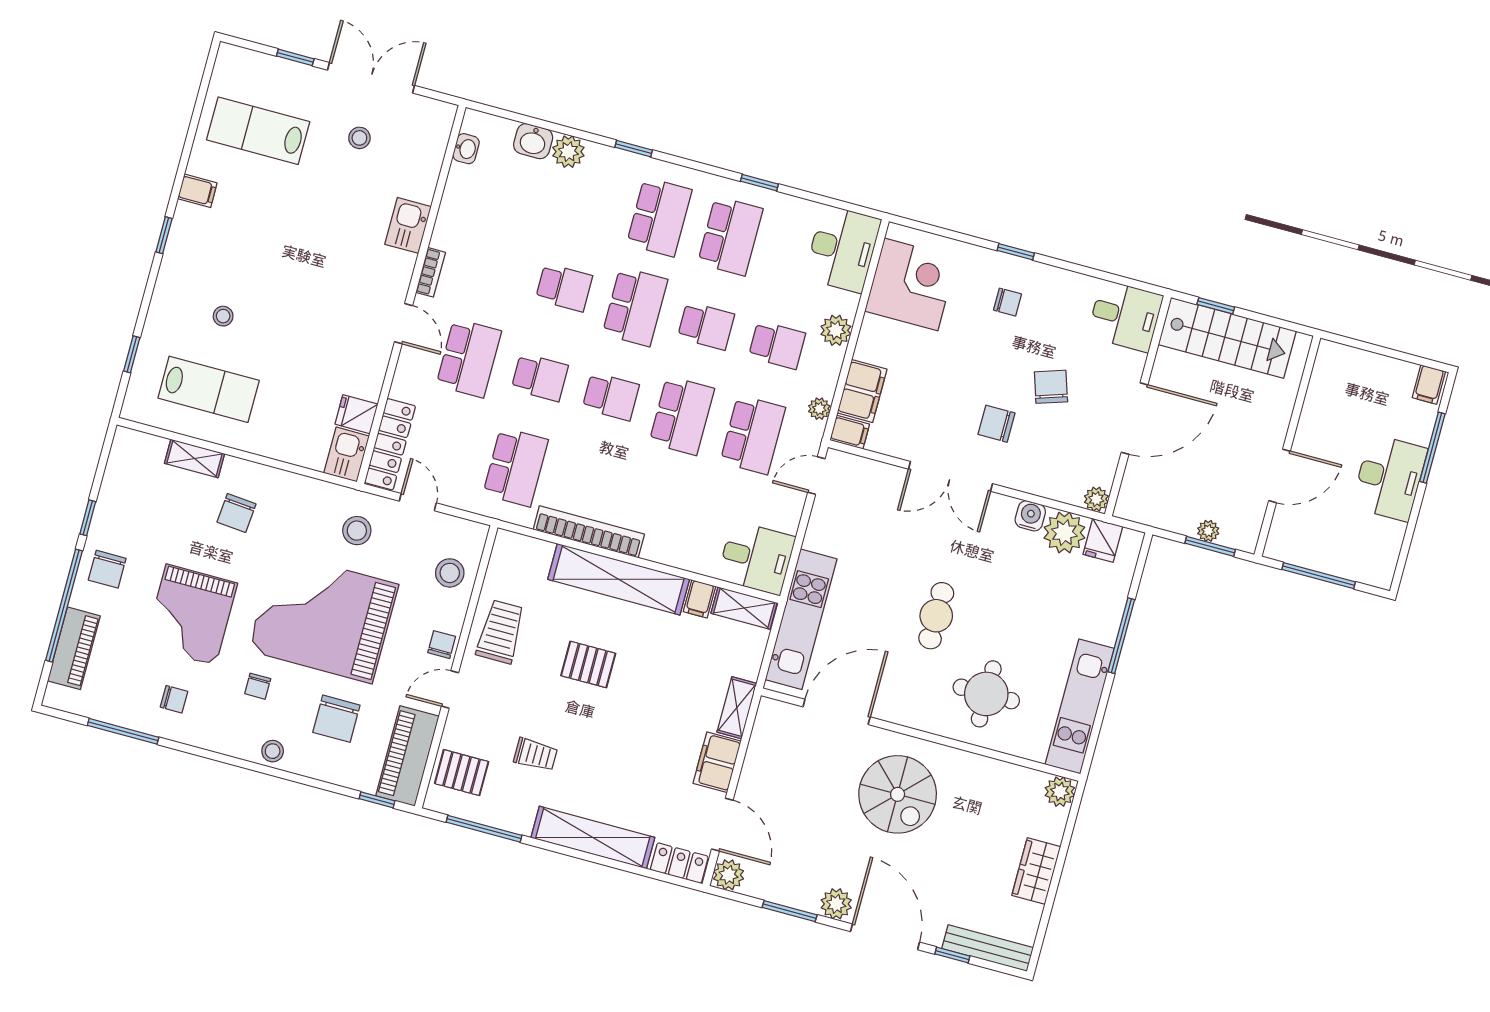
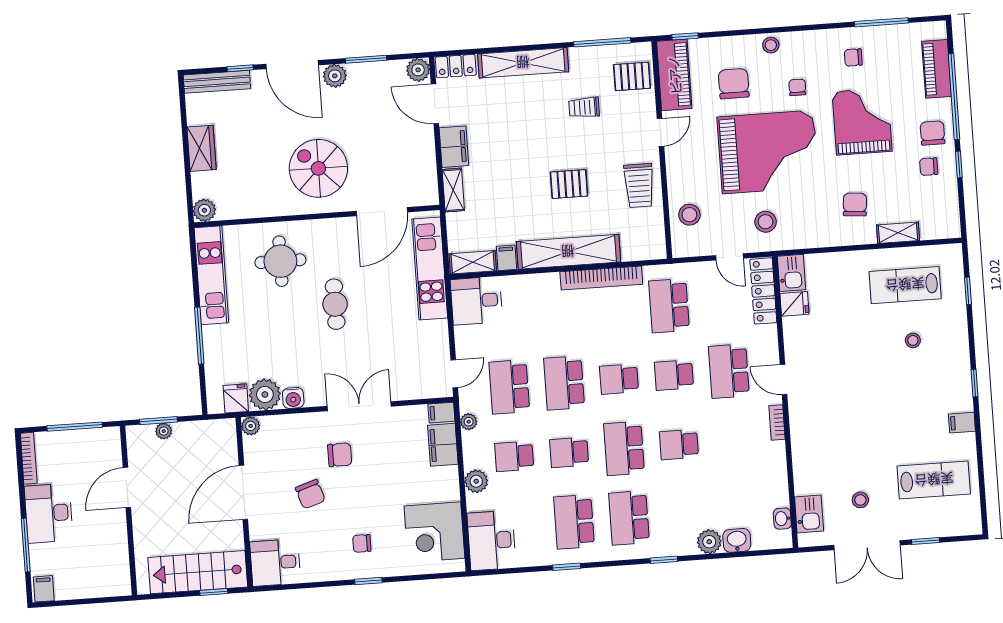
kitchen sink: (408, 225) -> (809, 514), moved
bookcase: (1390, 556) -> (29, 458), added
chair: (442, 645) -> (929, 167), moved, turned 90

